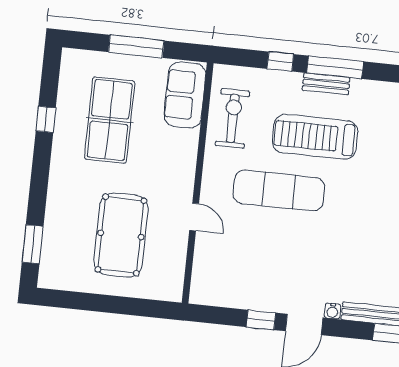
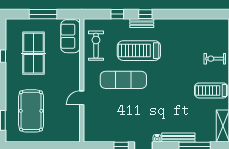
window: (335, 67) -> (145, 14), width x0.46
door: (194, 217) -> (82, 98), swing flipped
pool table: (121, 235) -> (31, 111), moved

